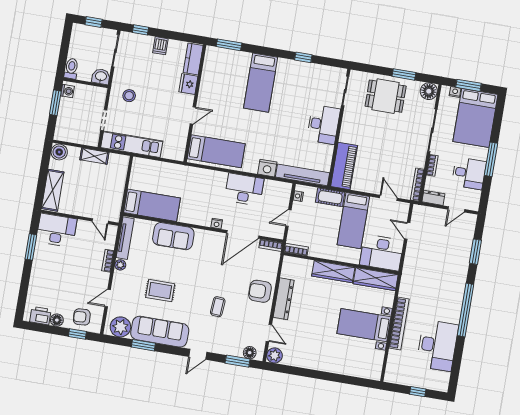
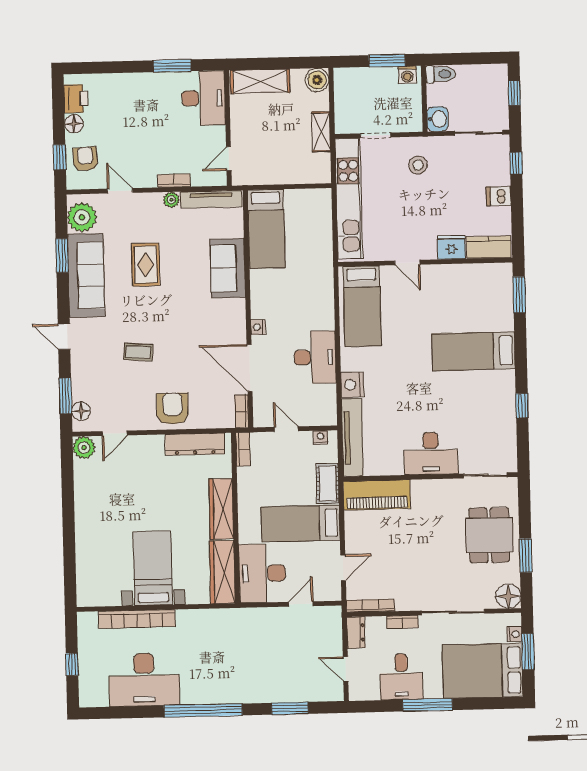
kitchen unit: (132, 144) -> (349, 199), width x1.36
dresser: (284, 299) -> (195, 444), moved
bookcase: (399, 324) -> (137, 619), moved

